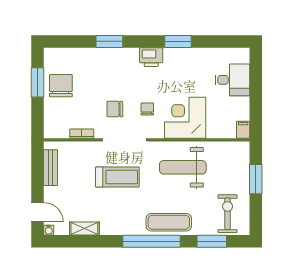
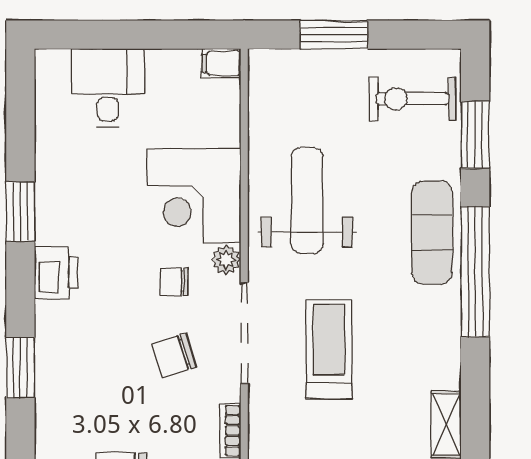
chair: (115, 109) -> (174, 355), turned 73
plant: (157, 132) -> (226, 260), added
weight bench: (183, 167) -> (307, 200), turned 180

